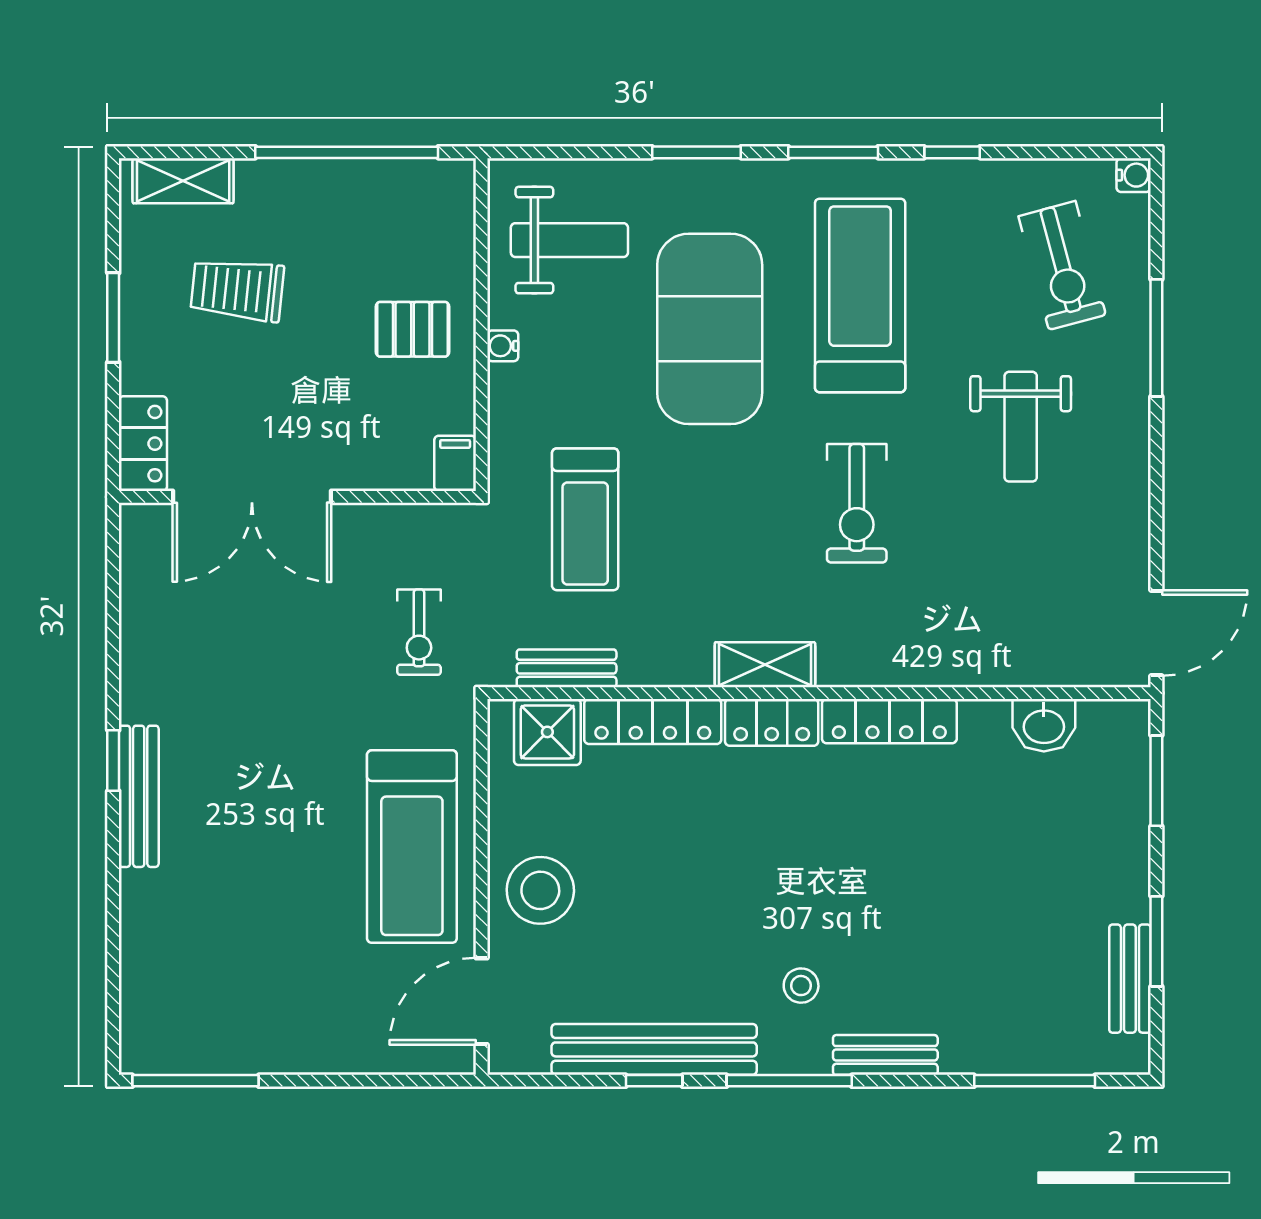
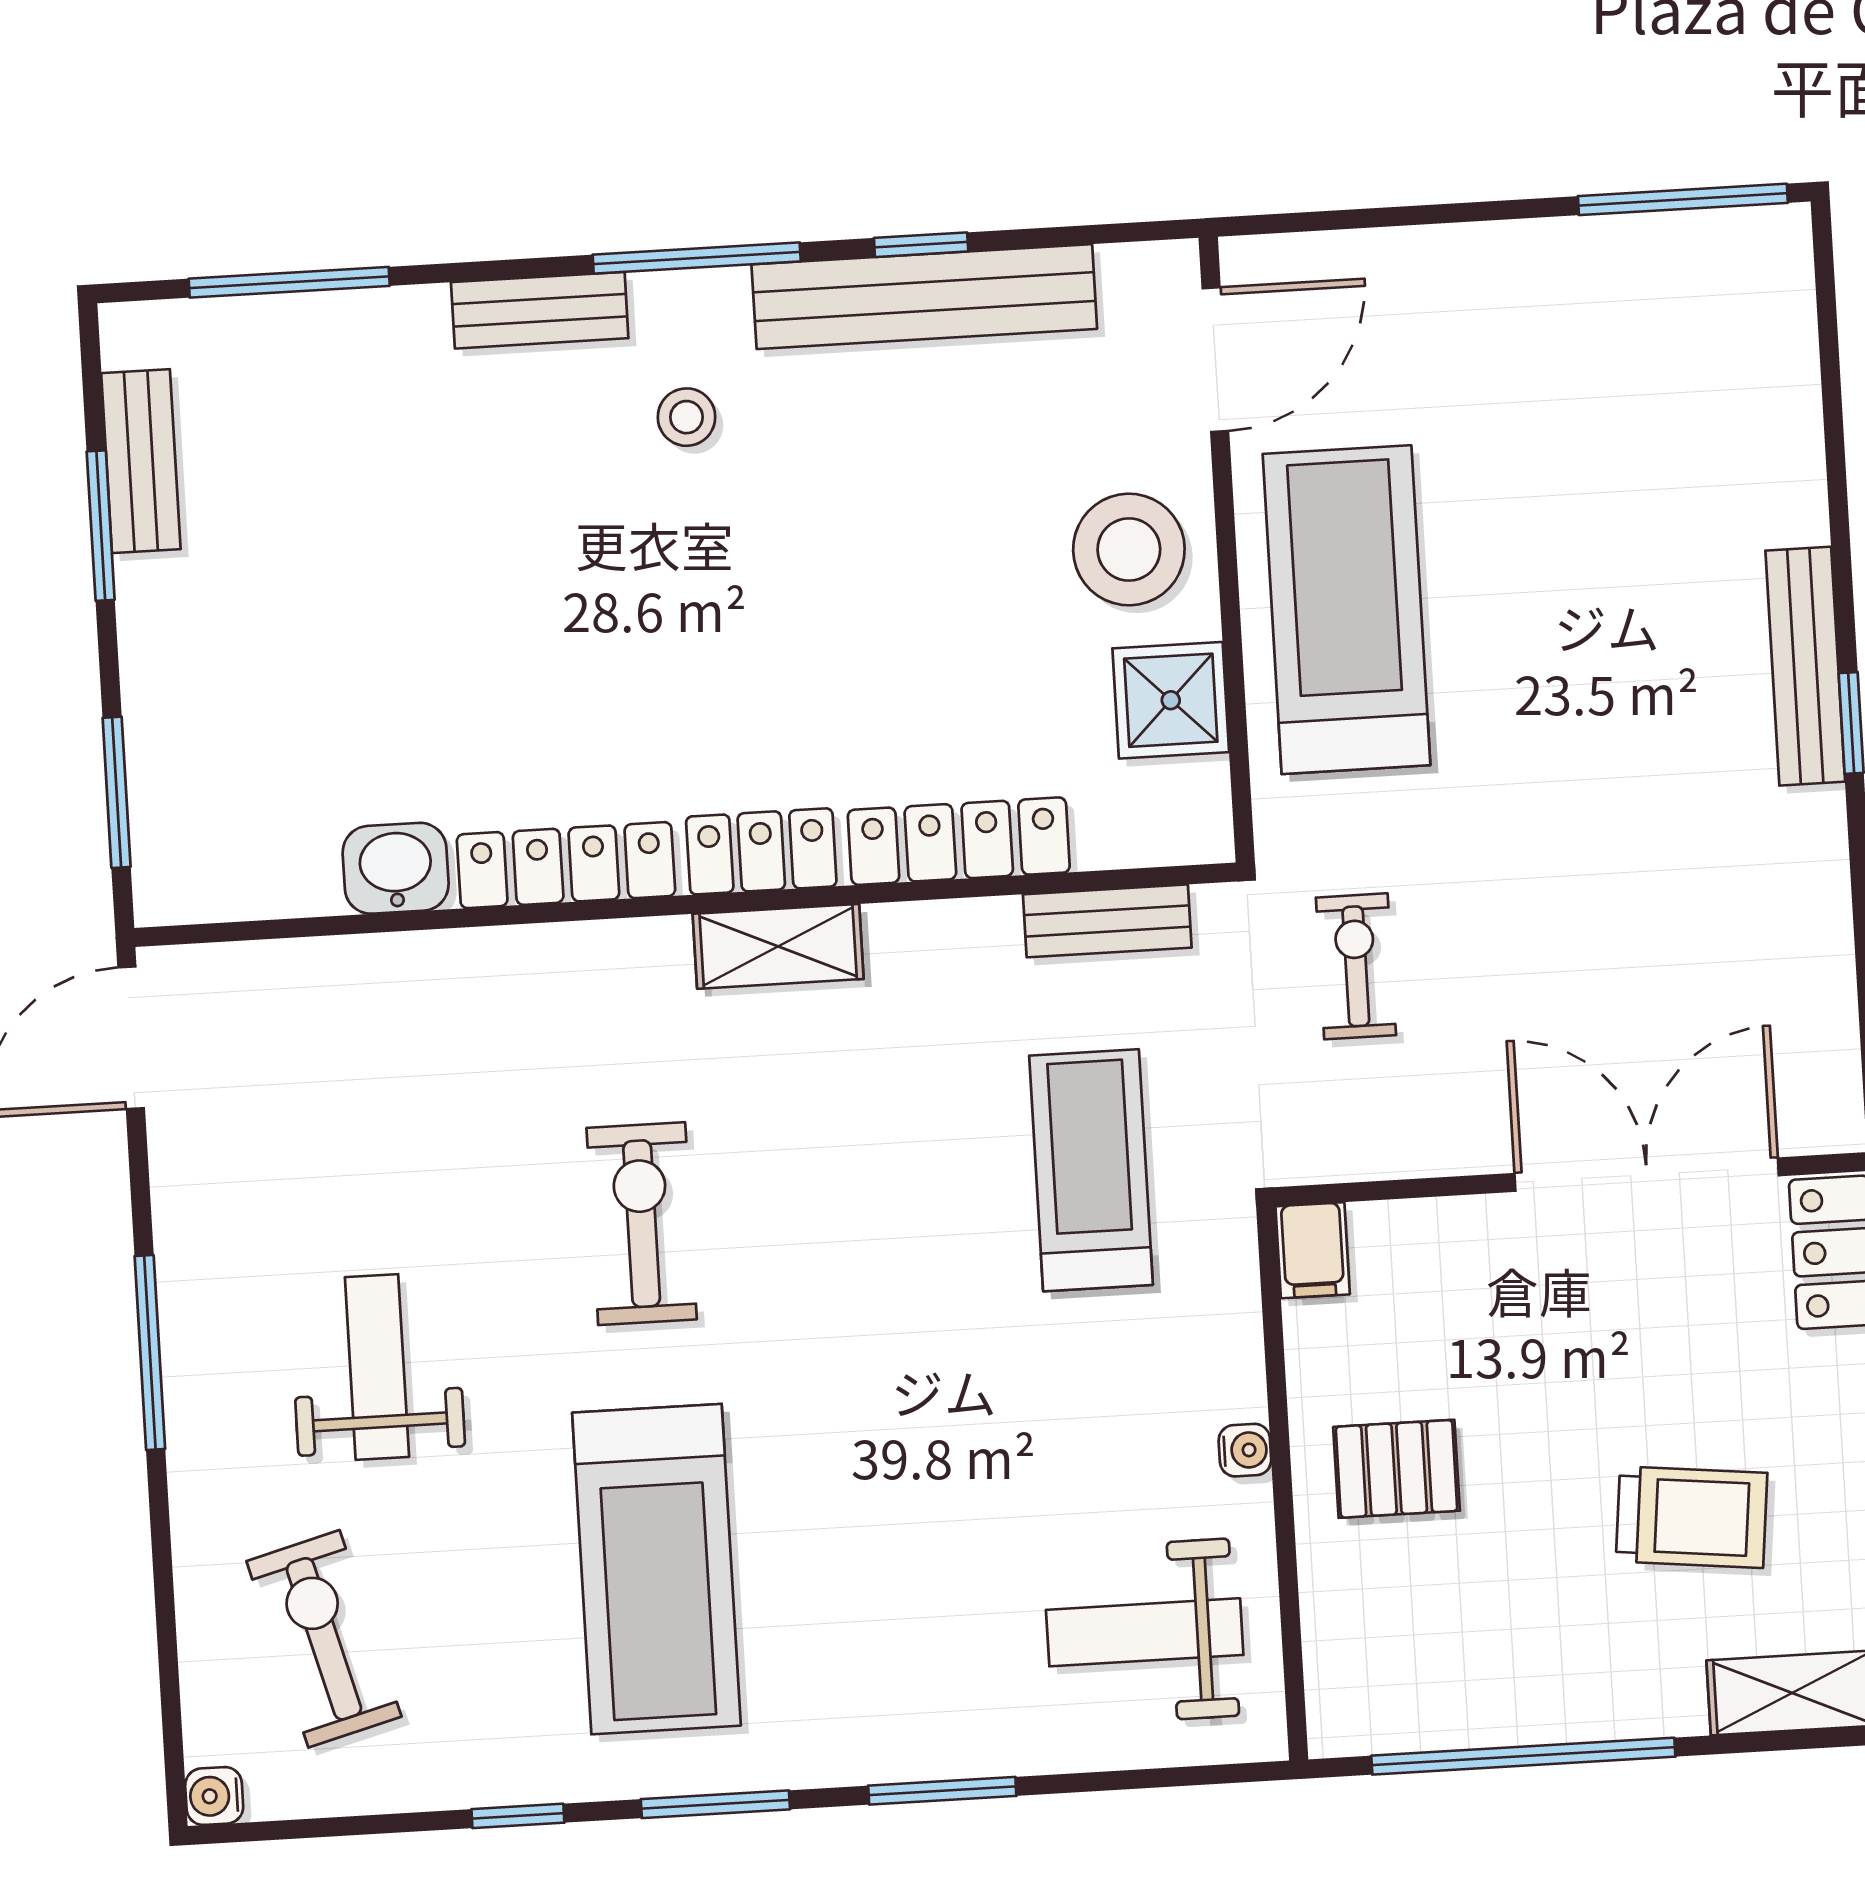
exercise mat: (710, 329) -> (903, 1499), removed
window: (1156, 338) -> (150, 1352), moved
washbasin: (1044, 725) -> (396, 868), moved
shower: (547, 732) -> (1171, 700), moved

